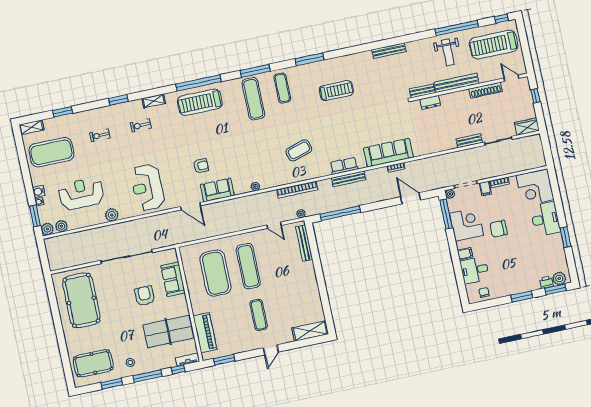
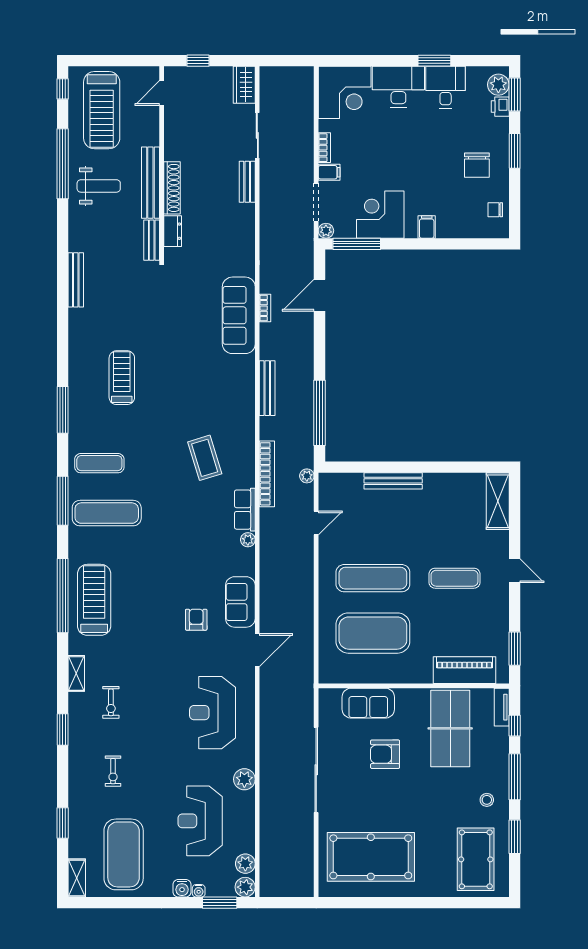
shoe rack: (486, 90) -> (172, 188), moved
treadmill: (200, 102) -> (94, 600), turned 180
row of seats: (344, 166) -> (245, 510), moved
reception desk: (148, 187) -> (213, 713), turned 90
chair: (499, 229) -> (477, 165), moved
bench: (304, 243) -> (393, 481), moved
desk: (475, 270) -> (446, 87), moved, turned 180

